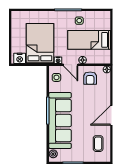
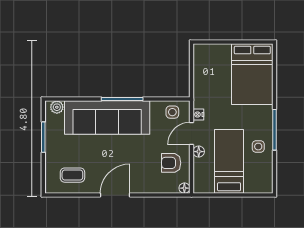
bed: (40, 44) -> (252, 74), moved, turned 90
nightstand: (20, 58) -> (201, 56), removed
door: (111, 115) -> (115, 195), hinge flipped

